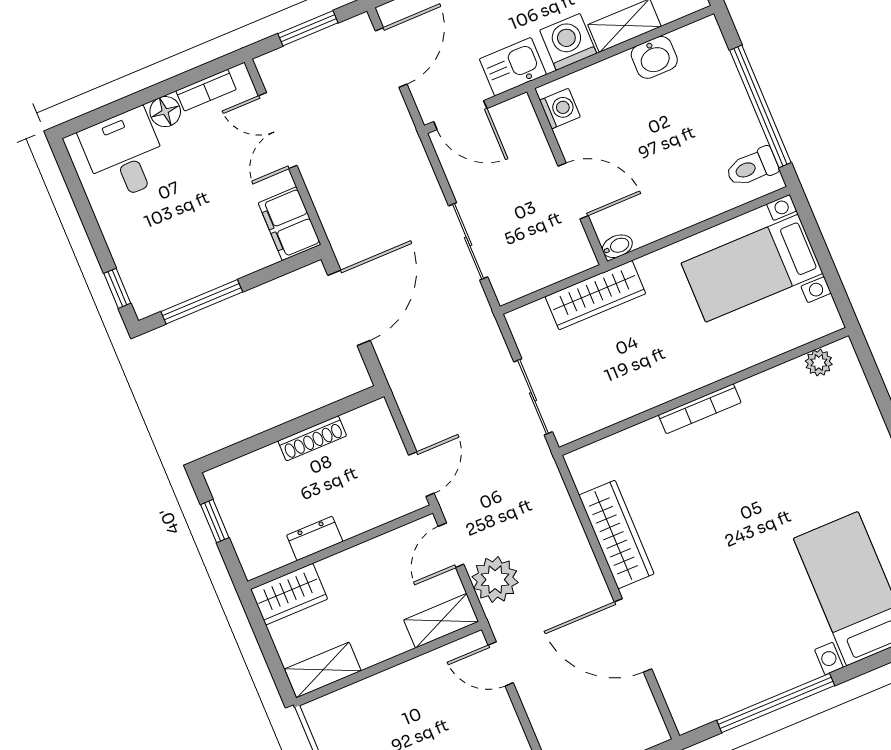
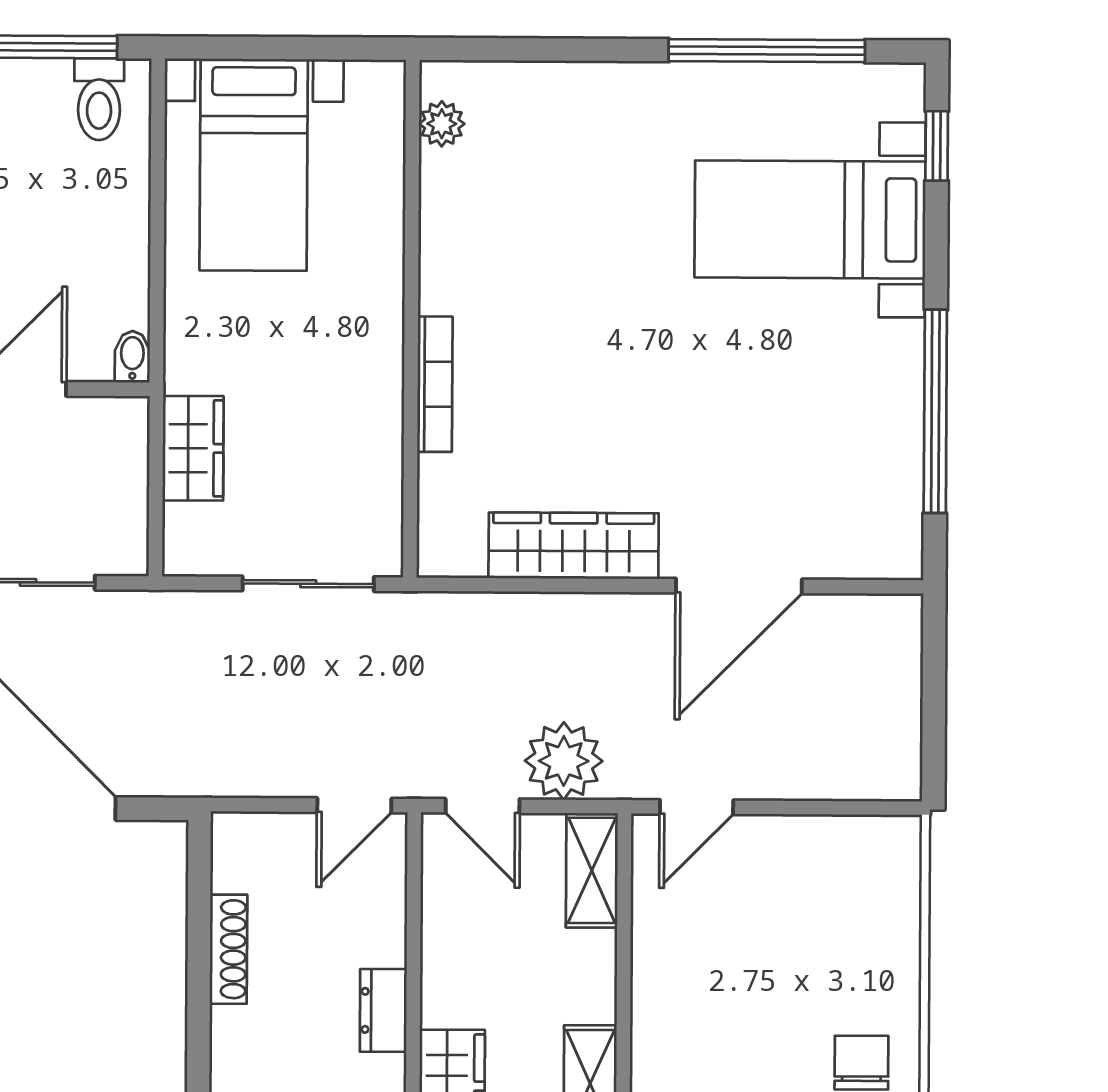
wardrobe: (595, 295) -> (193, 448), width x0.67
bookcase: (700, 409) -> (435, 384), moved
door: (421, 474) -> (354, 805), swing flipped

